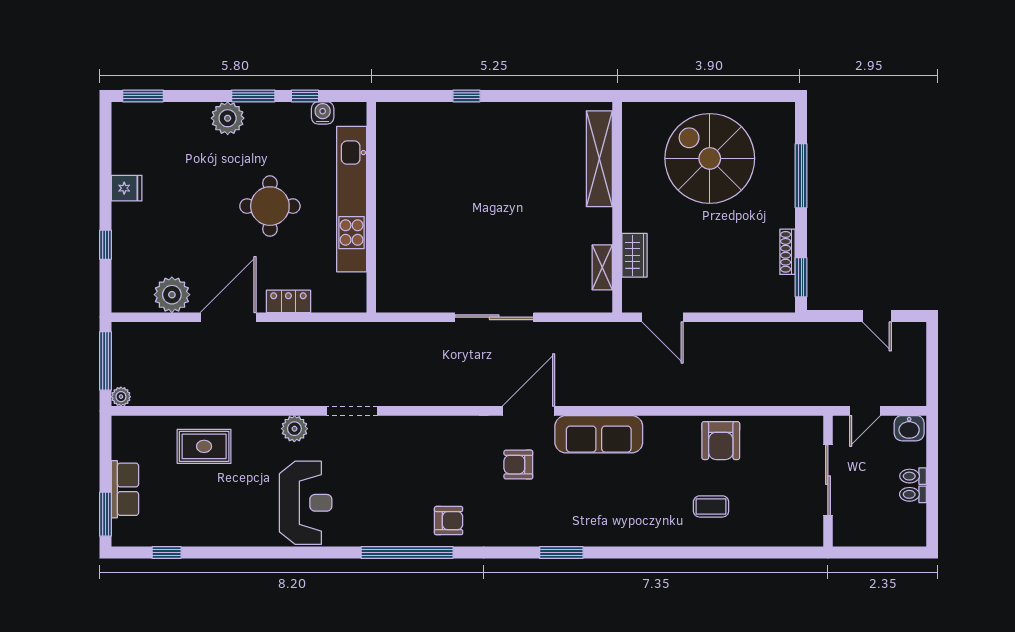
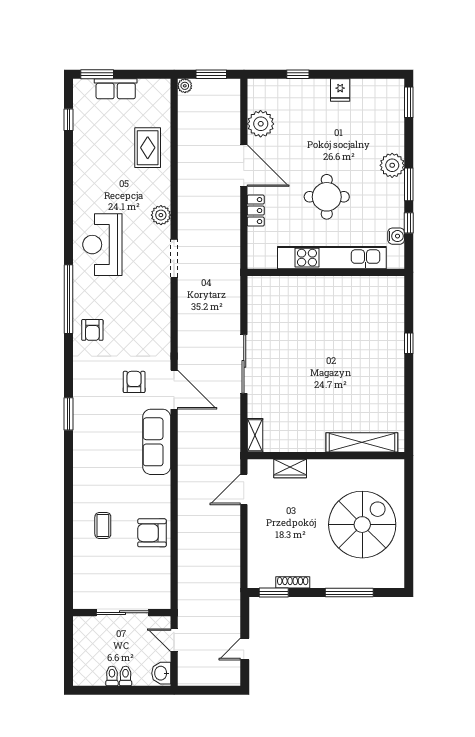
shelving: (602, 267) -> (255, 435), moved, turned 90
window: (106, 361) -> (211, 74), width x0.69
reception desk: (306, 503) -> (102, 245), moved, turned 90

